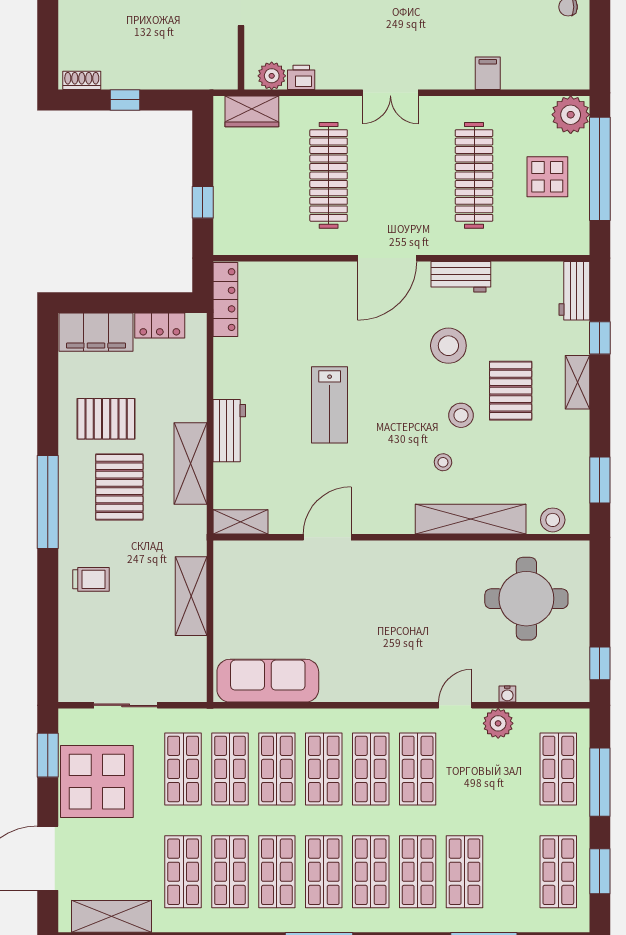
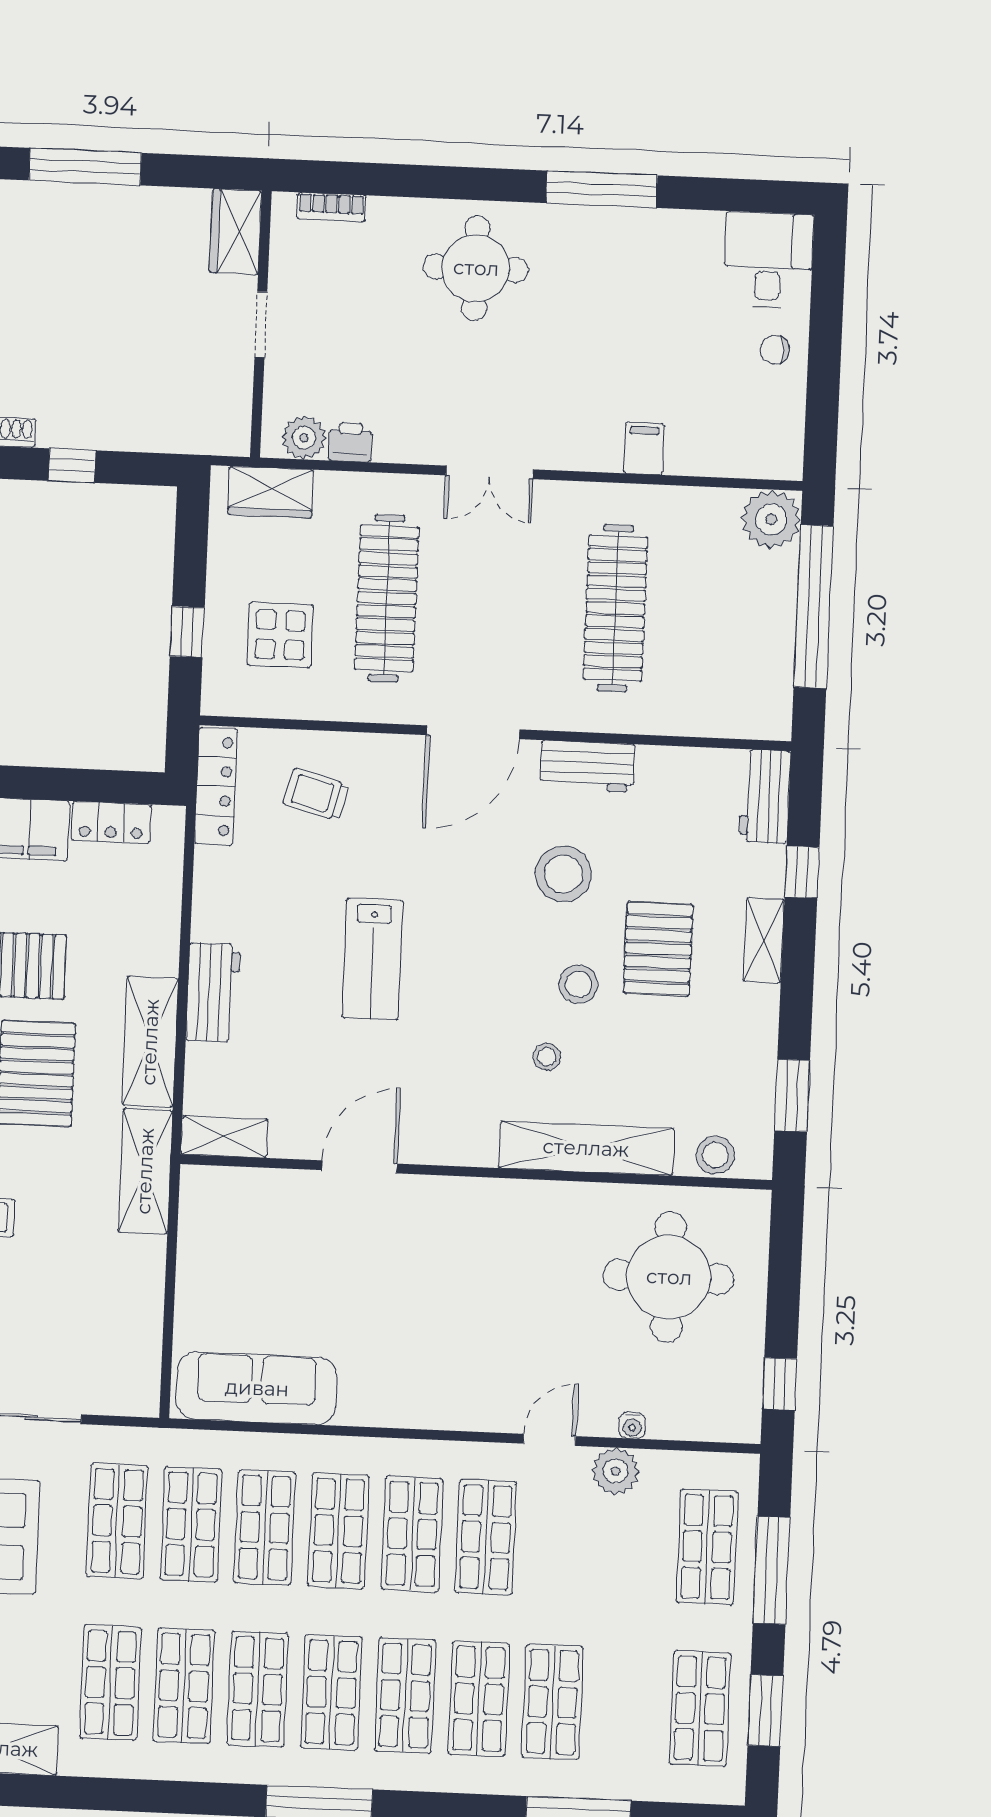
display table: (547, 177) -> (280, 635), moved
trolley: (289, 302) -> (316, 795), added
shelving: (191, 596) -> (145, 1171), moved

